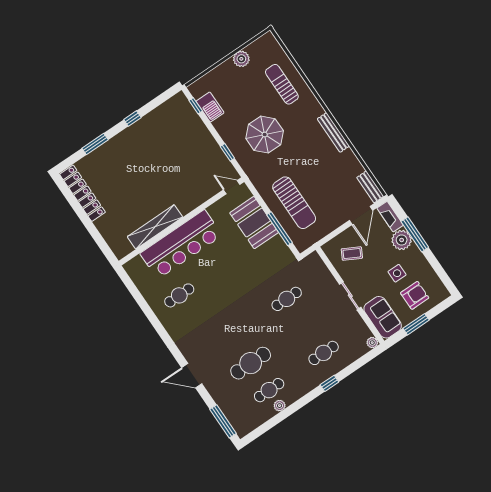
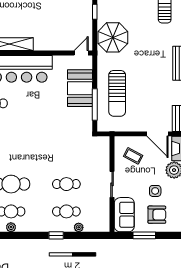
parasol: (265, 135) -> (113, 37), moved
window: (227, 152) -> (95, 12), moved
door: (232, 187) -> (81, 53), hinge flipped
door: (361, 215) -> (157, 134), hinge flipped
cafe table: (287, 299) -> (66, 184), moved
plant: (372, 343) -> (79, 227), moved

